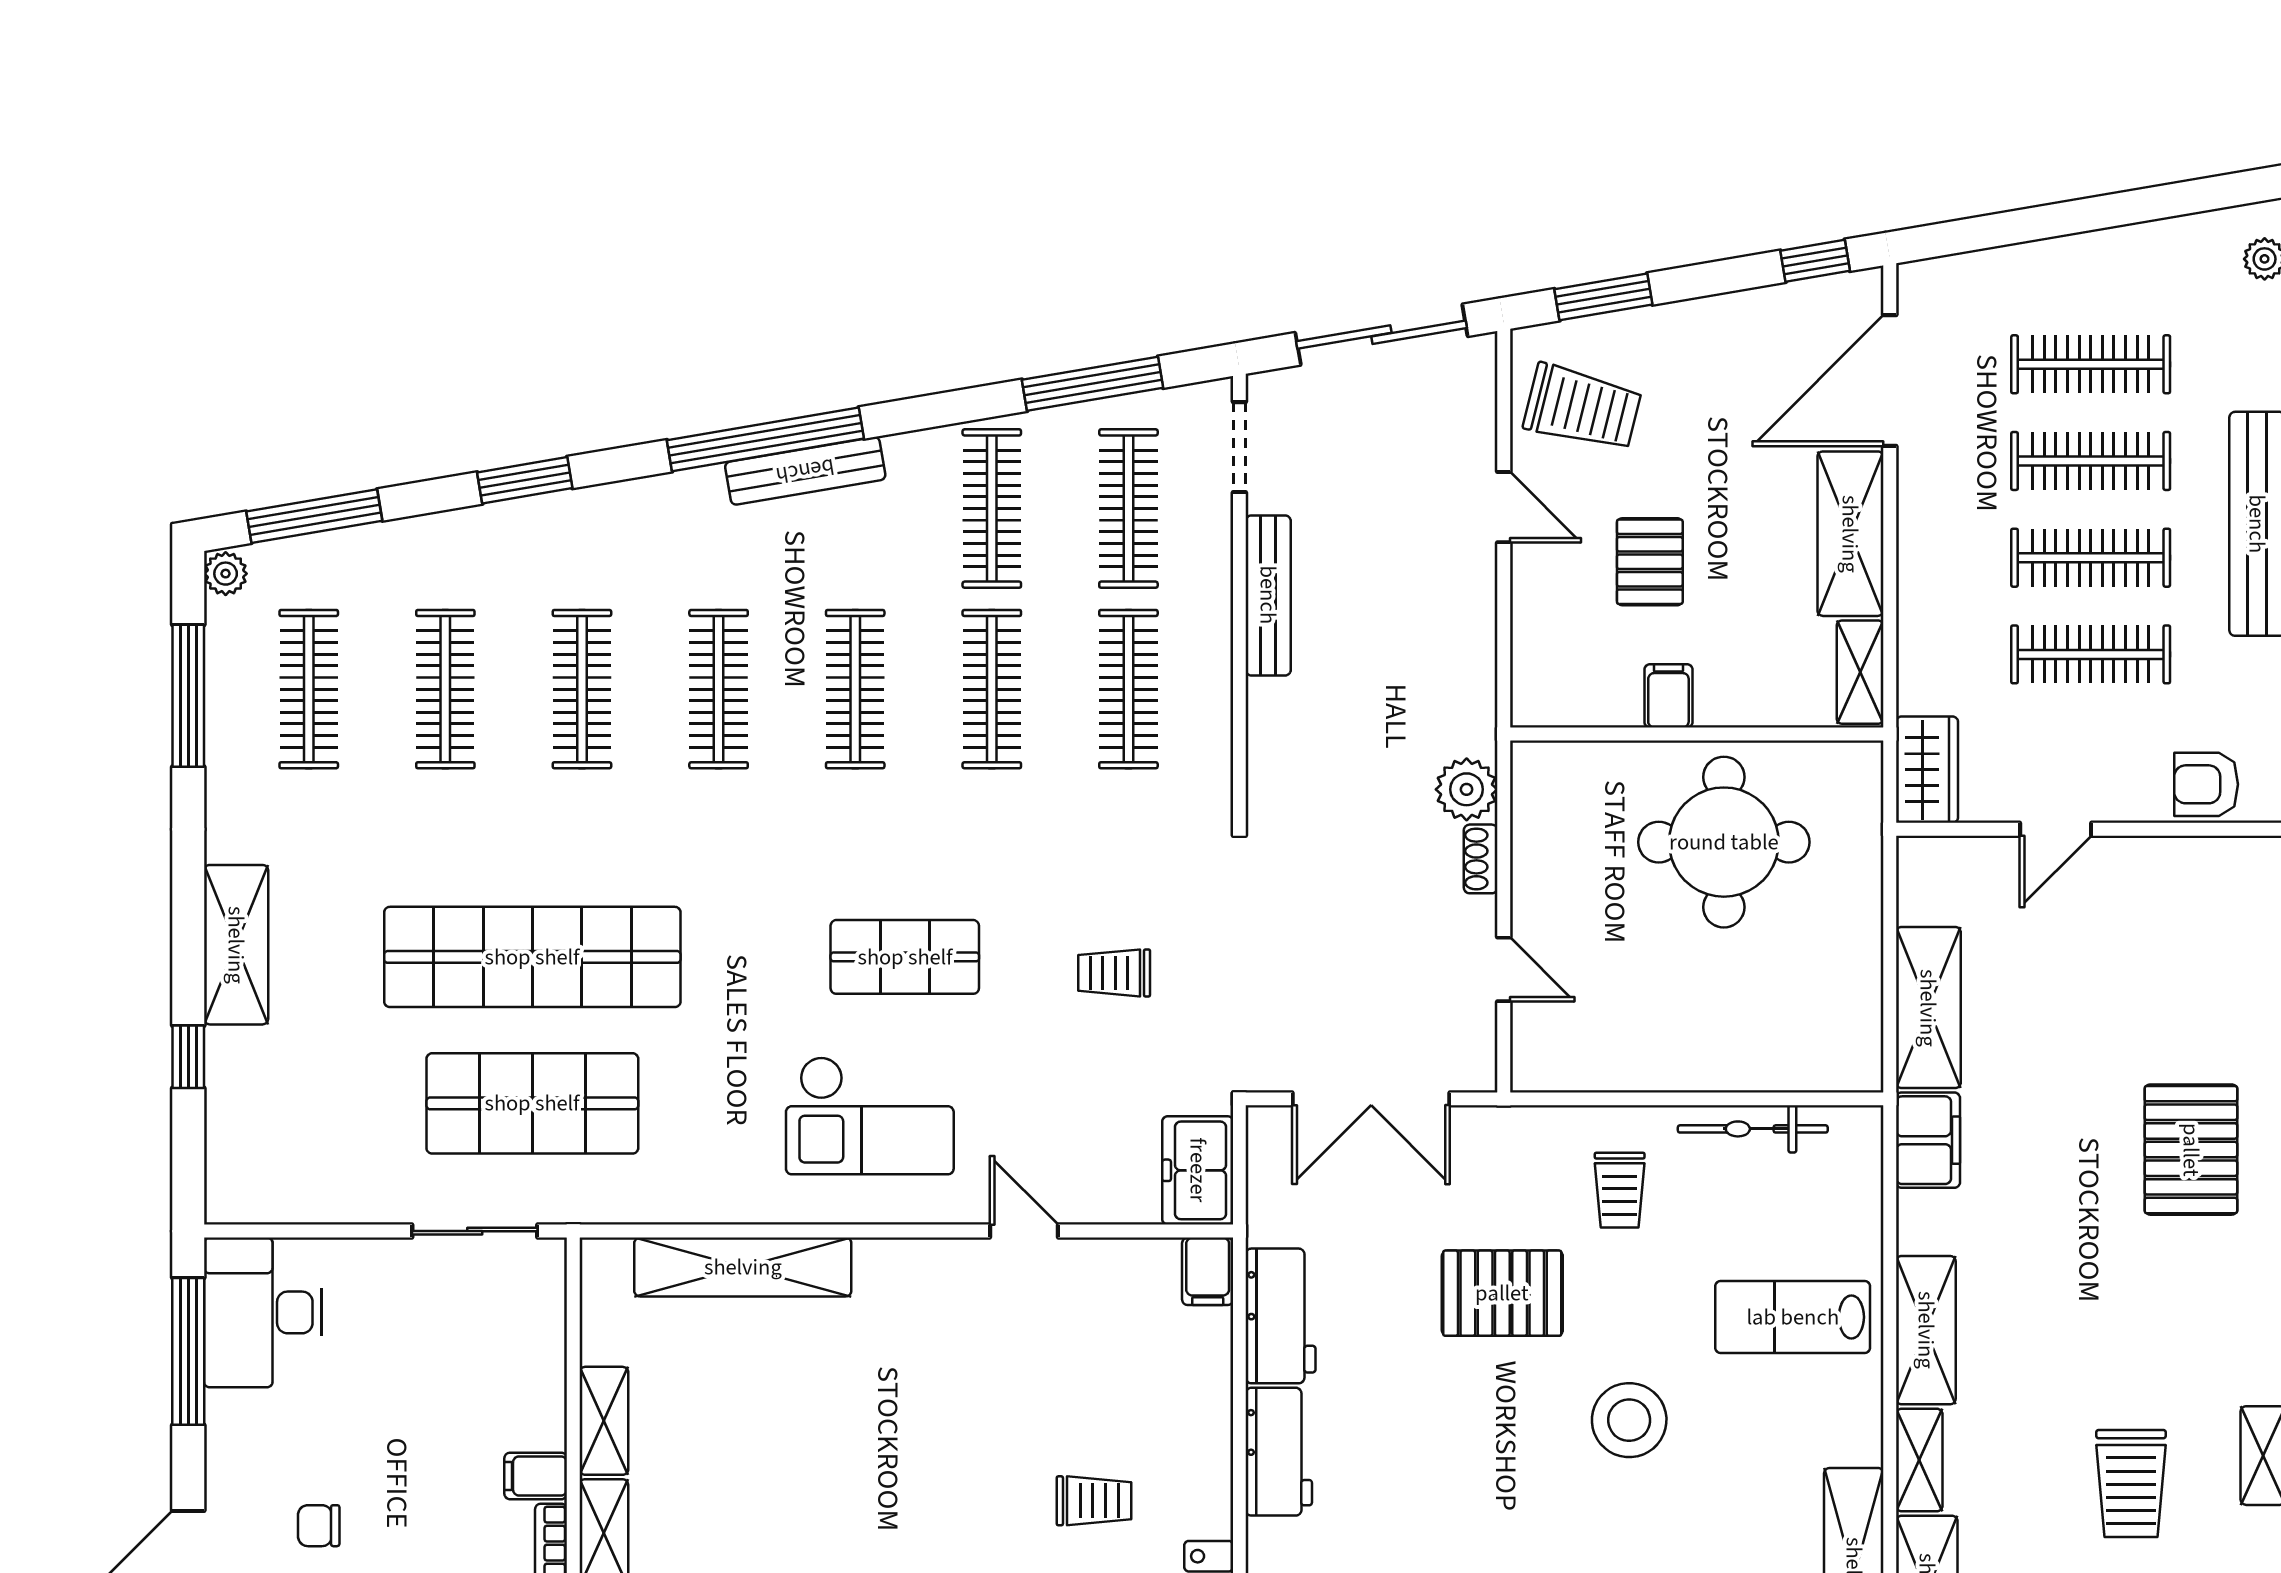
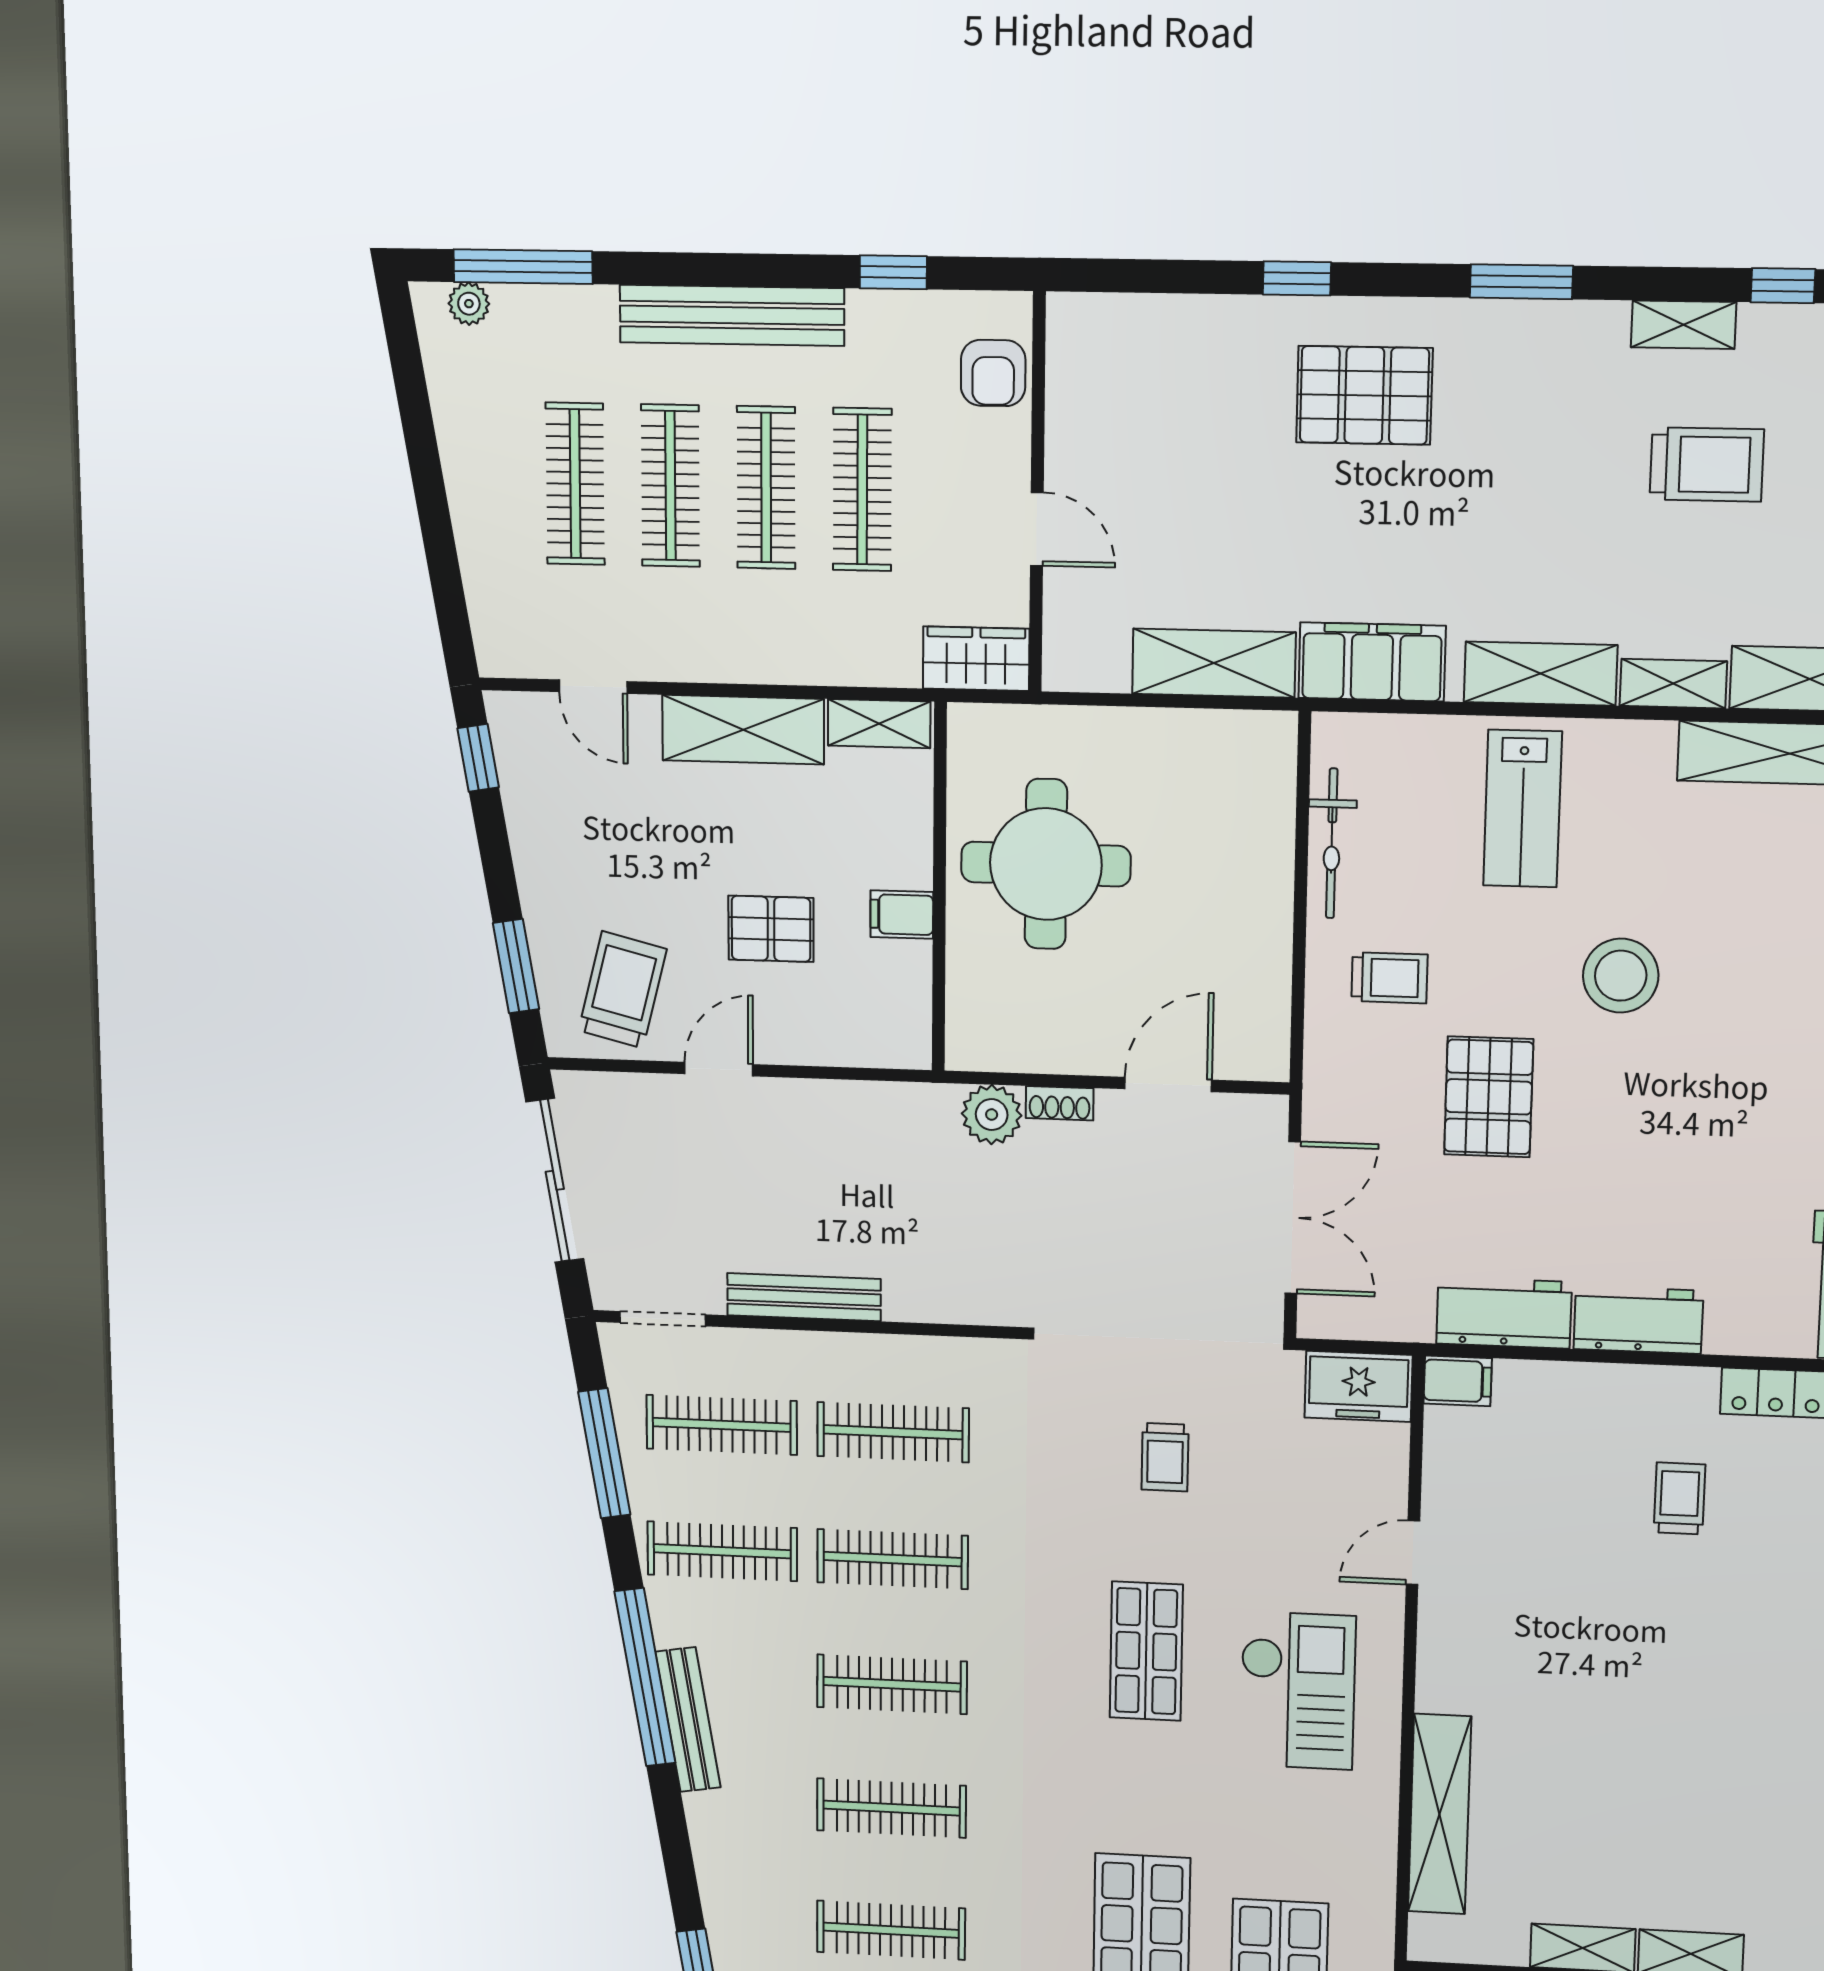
door: (1890, 380) -> (593, 687), width x0.53
window: (765, 439) -> (645, 1677), moved
door: (1504, 969) -> (1168, 1084), width x1.37
filing cabinet: (1928, 1140) -> (1372, 662), width x1.50, depth x1.17

